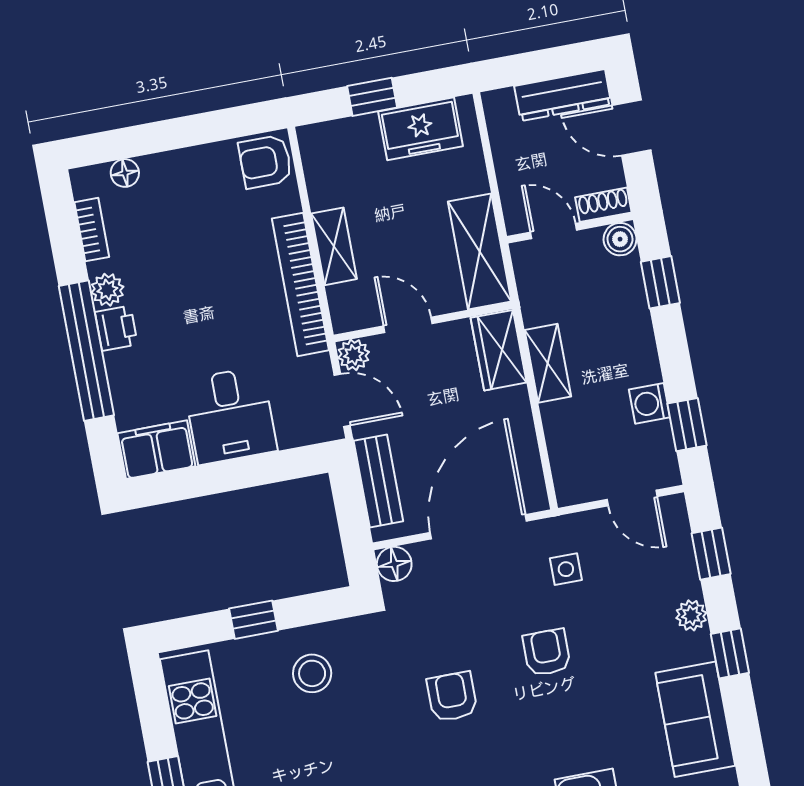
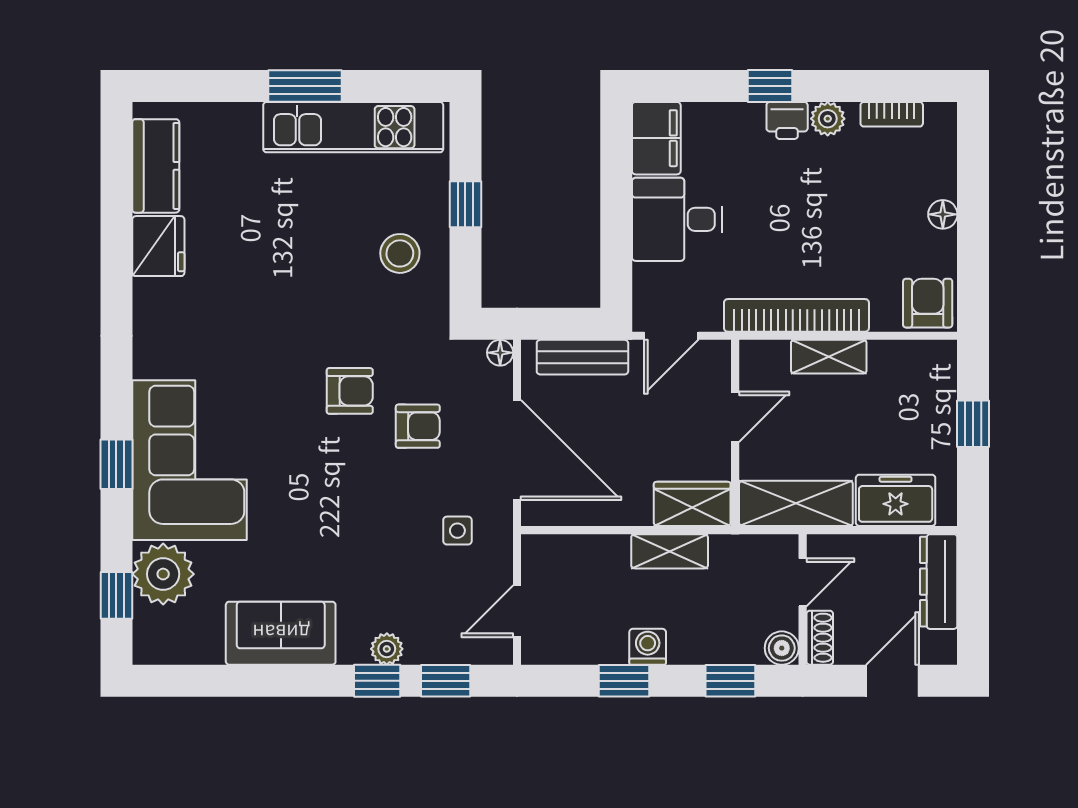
dresser: (563, 95) -> (939, 582), moved
freezer: (421, 129) -> (896, 500), moved, turned 90
floor lamp: (125, 173) -> (943, 214), moved
window: (86, 351) -> (770, 86), width x0.32
plant: (354, 355) -> (715, 356), removed
washing machine: (649, 403) -> (648, 647), moved
window: (687, 425) -> (624, 681), moved
floor lamp: (394, 564) -> (500, 353), width x0.73, depth x0.73
armchair: (547, 652) -> (418, 426), moved
window: (730, 653) -> (377, 681), moved

